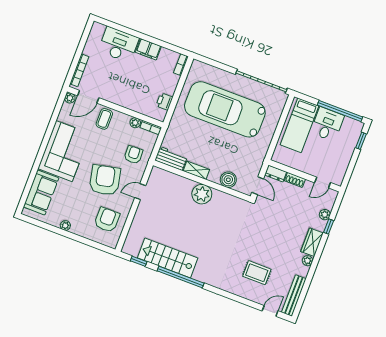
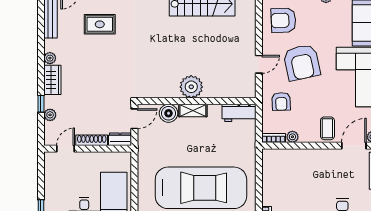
printer: (164, 102) -> (269, 172), removed
shelving: (196, 170) -> (193, 110), moved
shoe rack: (295, 180) -> (92, 140), width x1.43
door: (258, 186) -> (134, 119), swing flipped
armchair: (107, 220) -> (283, 20), turned 88

